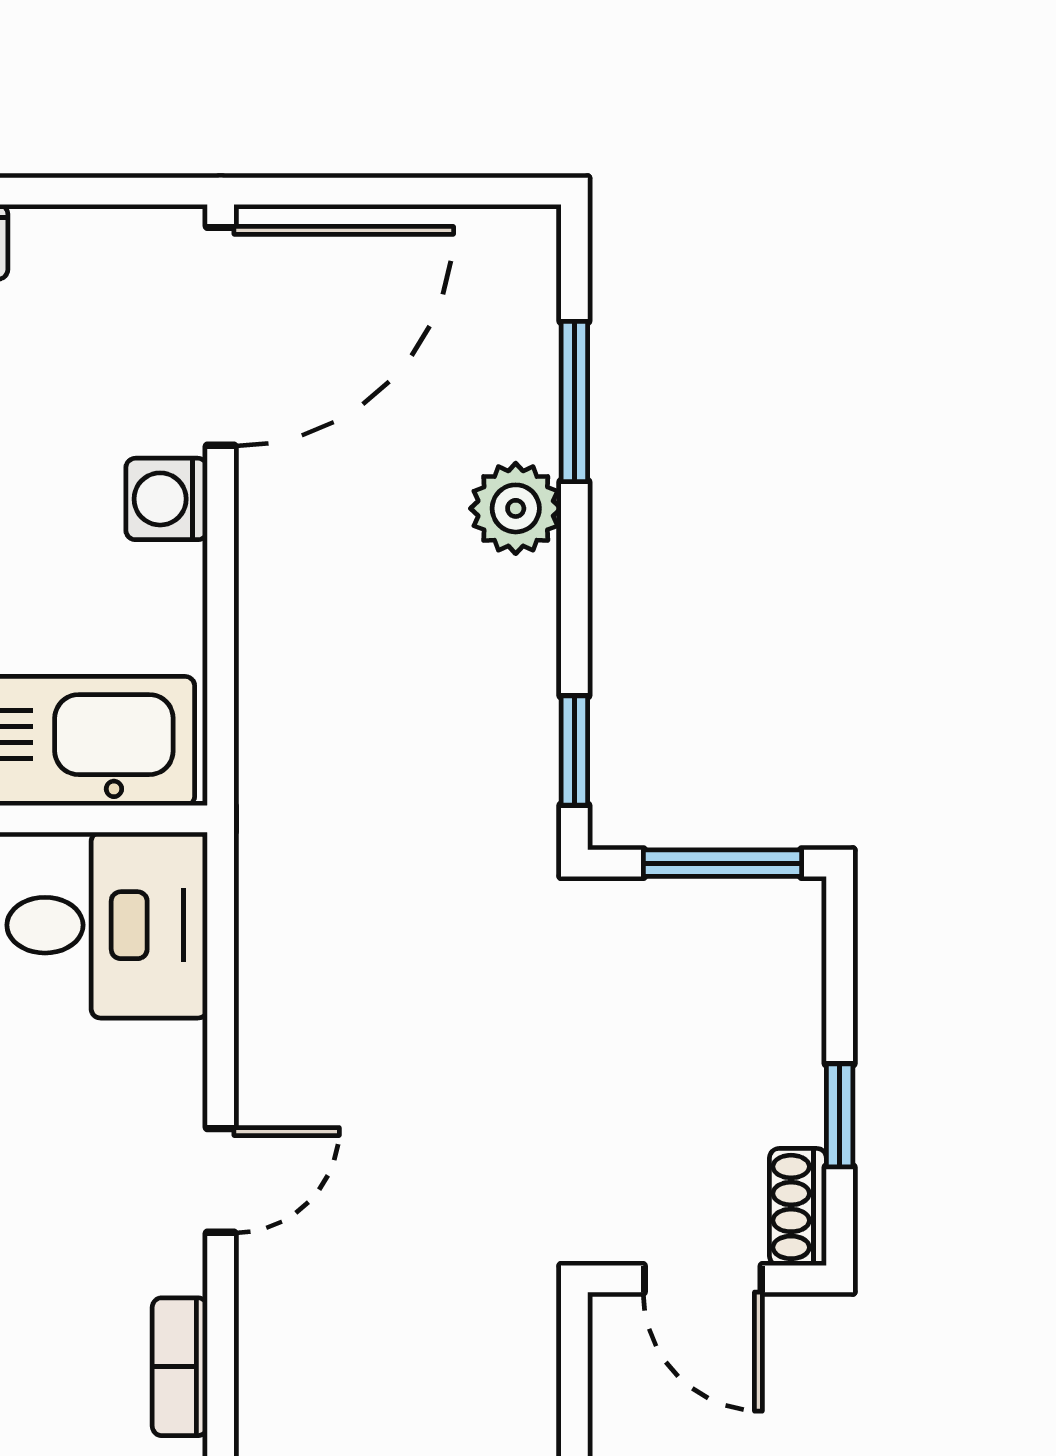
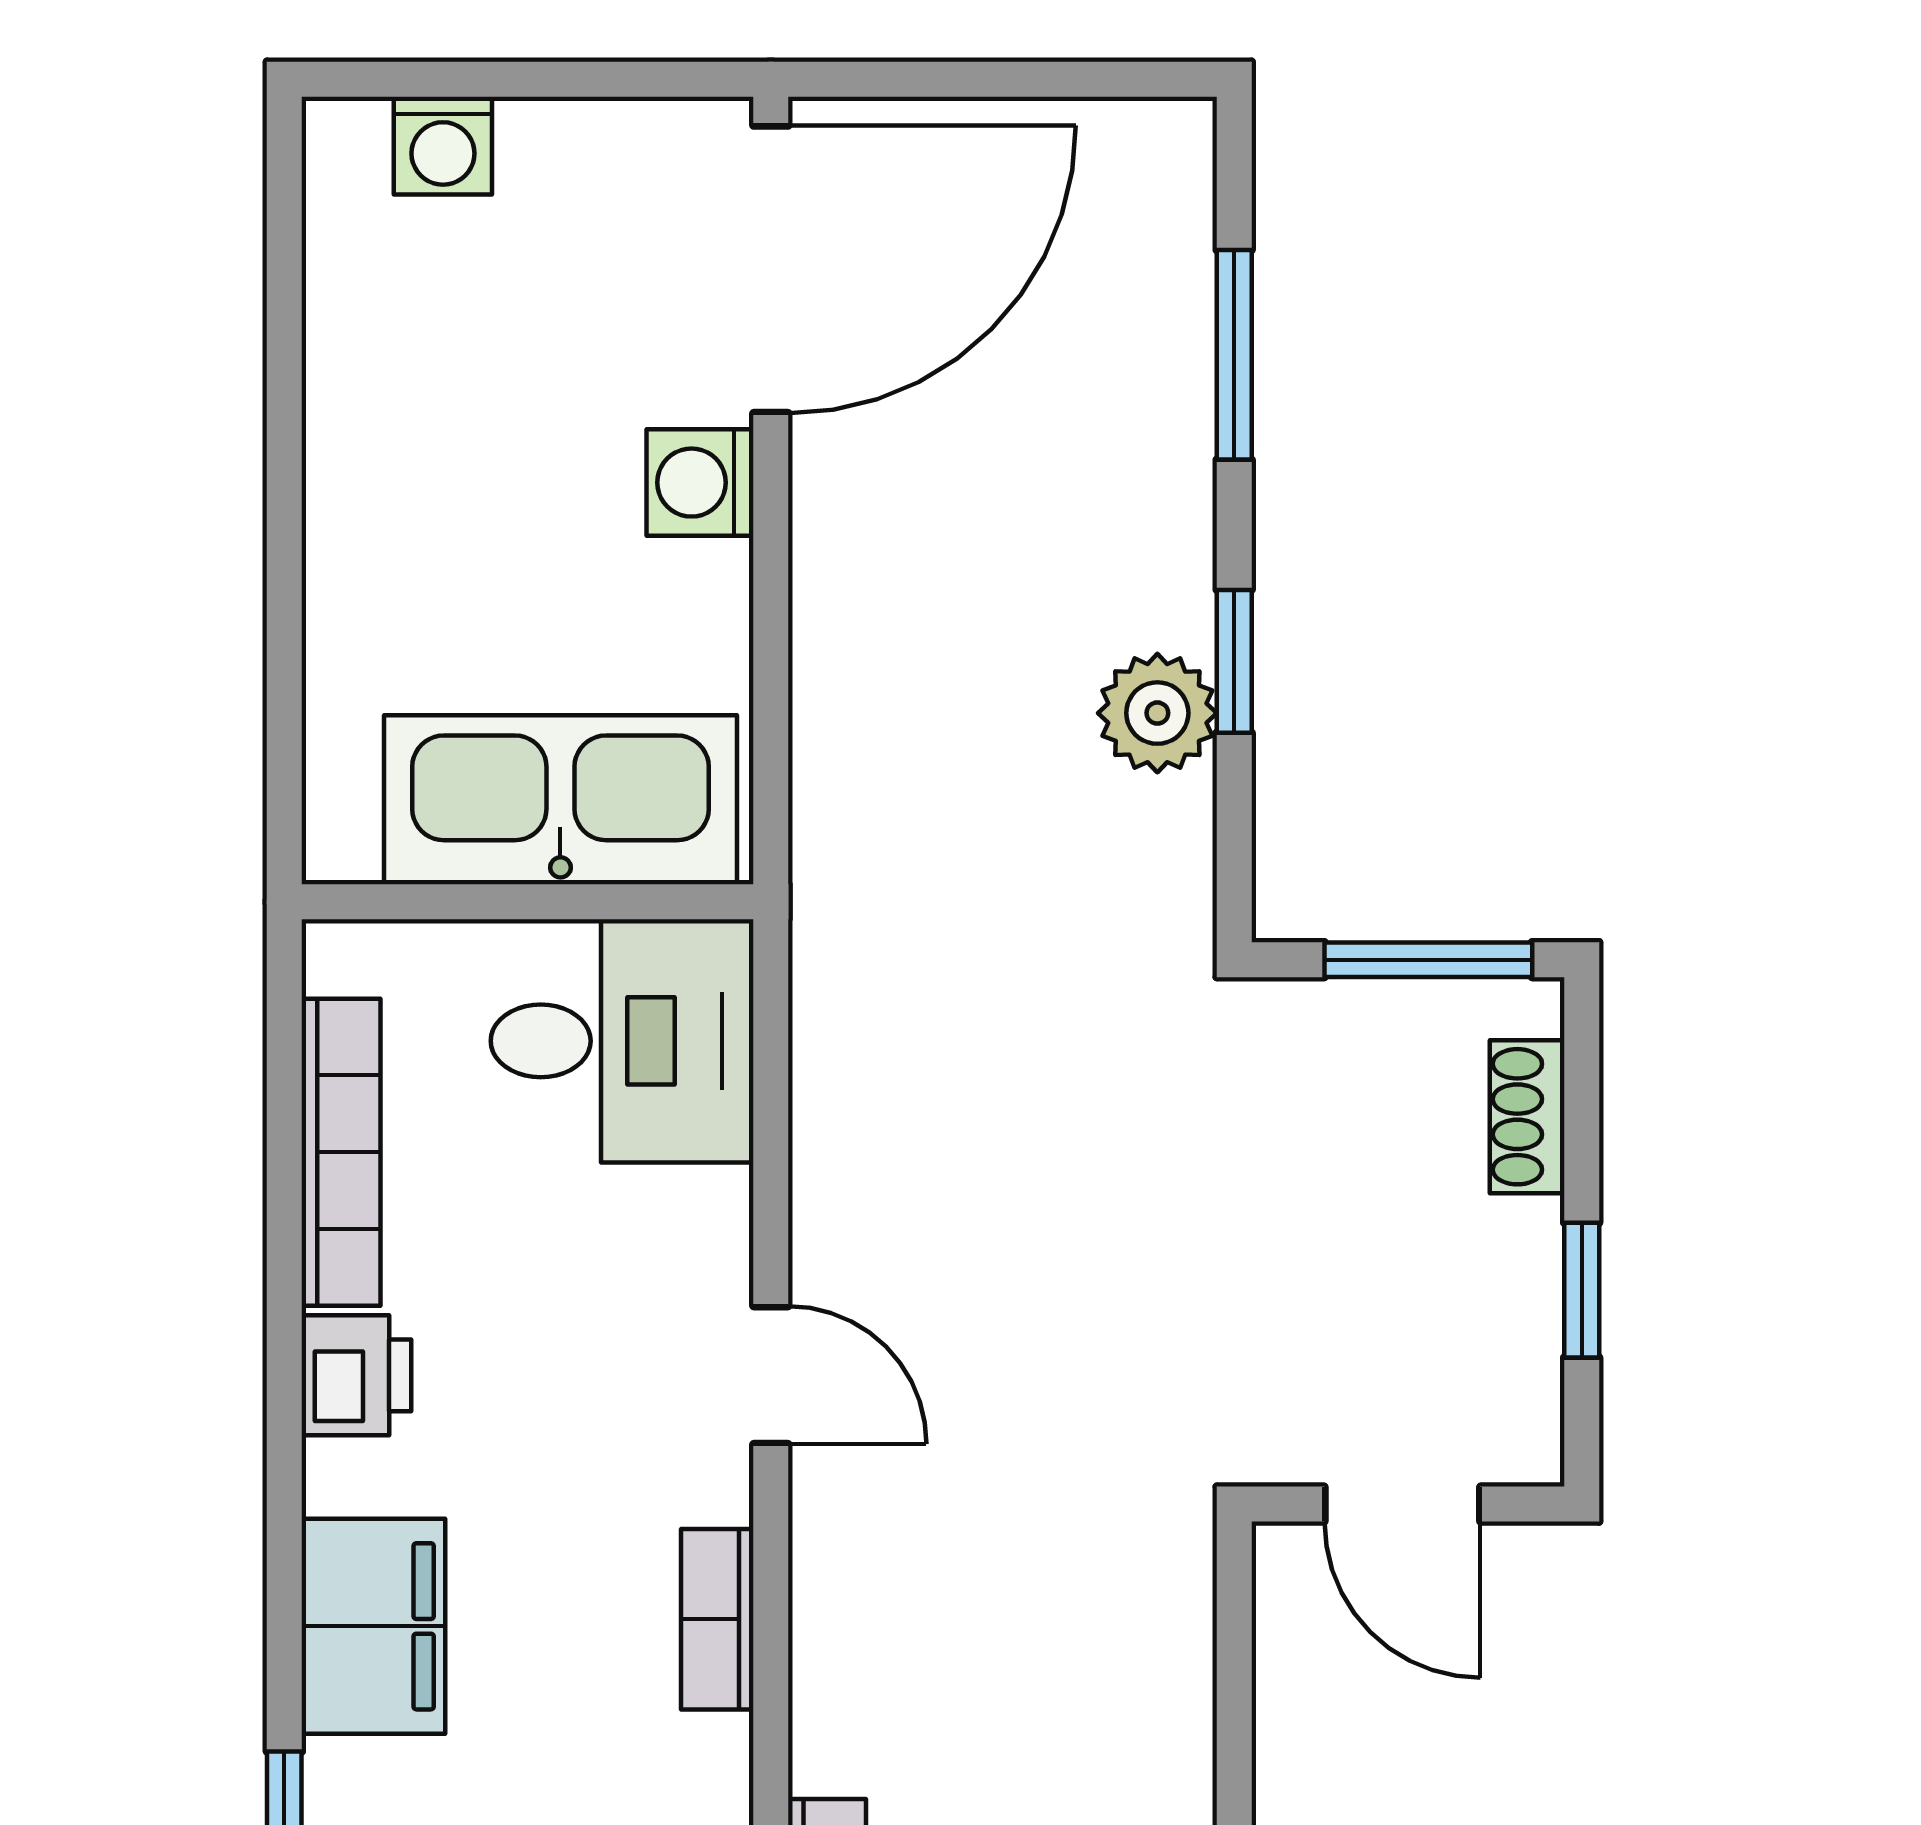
plant: (516, 508) -> (1157, 713), moved
window: (574, 751) -> (1234, 661), moved
door: (221, 1180) -> (771, 1375), hinge flipped
shoe rack: (798, 1207) -> (1527, 1117), moved

